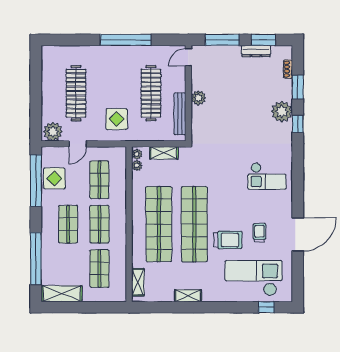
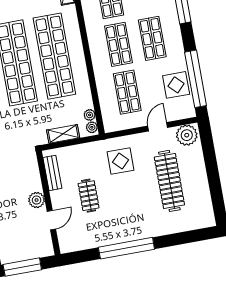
door: (188, 57) -> (51, 220), moved
clothes rail: (151, 93) -> (89, 196), width x0.54, depth x0.76
bench: (180, 114) -> (52, 173), width x0.73

